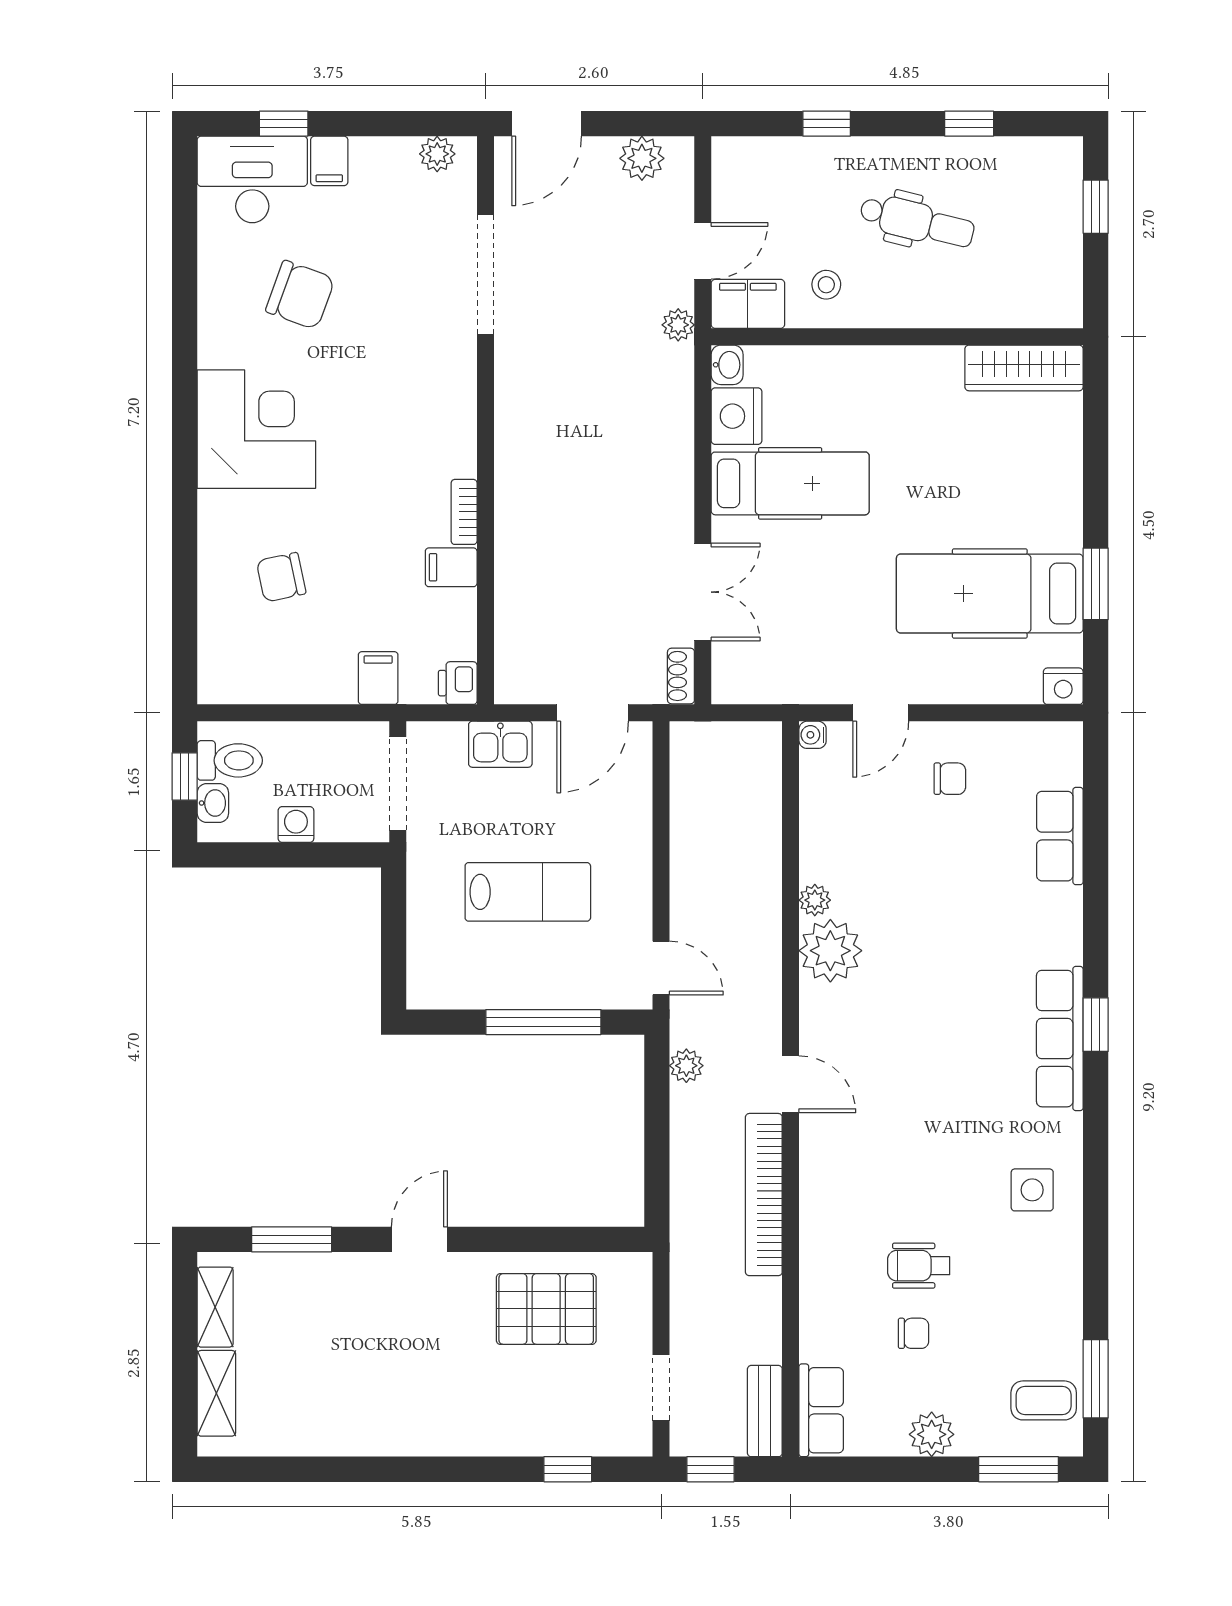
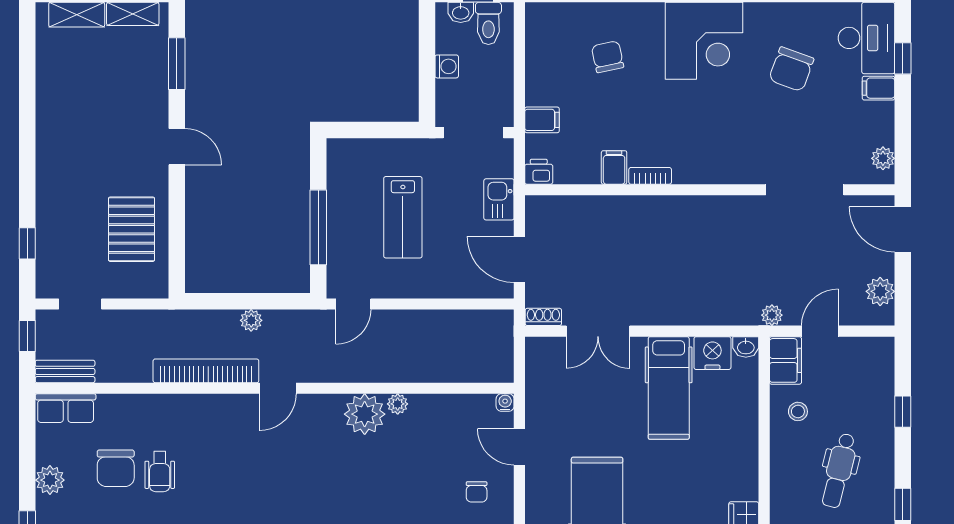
door: (703, 251) -> (820, 331), swing flipped
plant: (686, 1066) -> (251, 320), moved
wheelchair: (919, 1266) -> (160, 472), turned 180
chair: (914, 1333) -> (116, 468), width x1.87, depth x1.87

